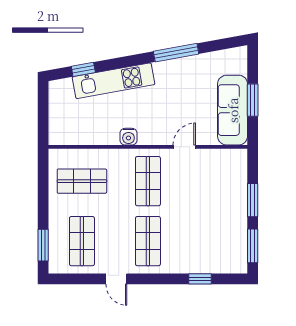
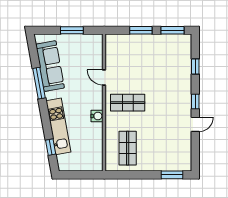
sofa: (233, 110) -> (50, 66), moved, turned -100
shop shelf: (82, 241) -> (169, 148), removed
shop shelf: (148, 241) -> (169, 103), removed
window: (149, 279) -> (195, 102), added

